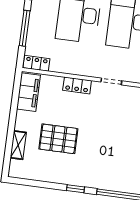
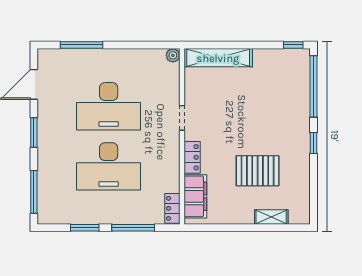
filing cabinet: (29, 92) -> (195, 196), moved, turned 90
pallet: (58, 139) -> (258, 171), turned 90

